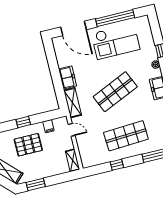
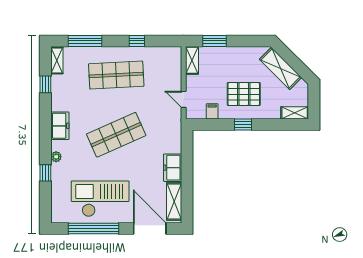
shelving: (73, 103) -> (174, 201), moved
window: (36, 185) -> (214, 41), moved

